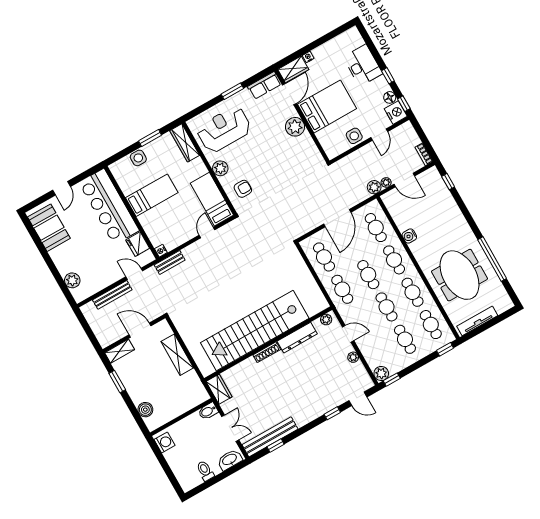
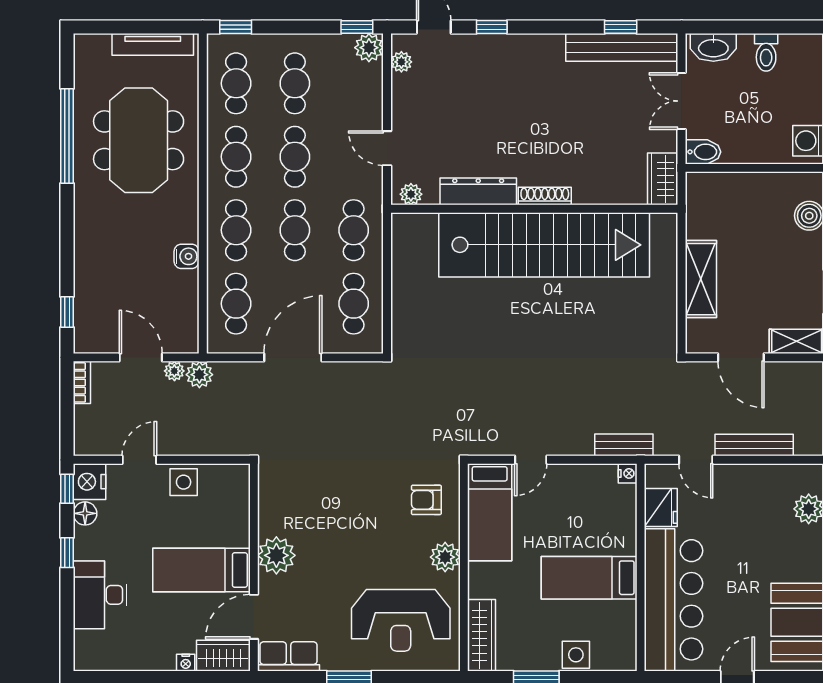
bed: (327, 106) -> (201, 570), width x0.67
plant: (353, 357) -> (401, 62), moved

